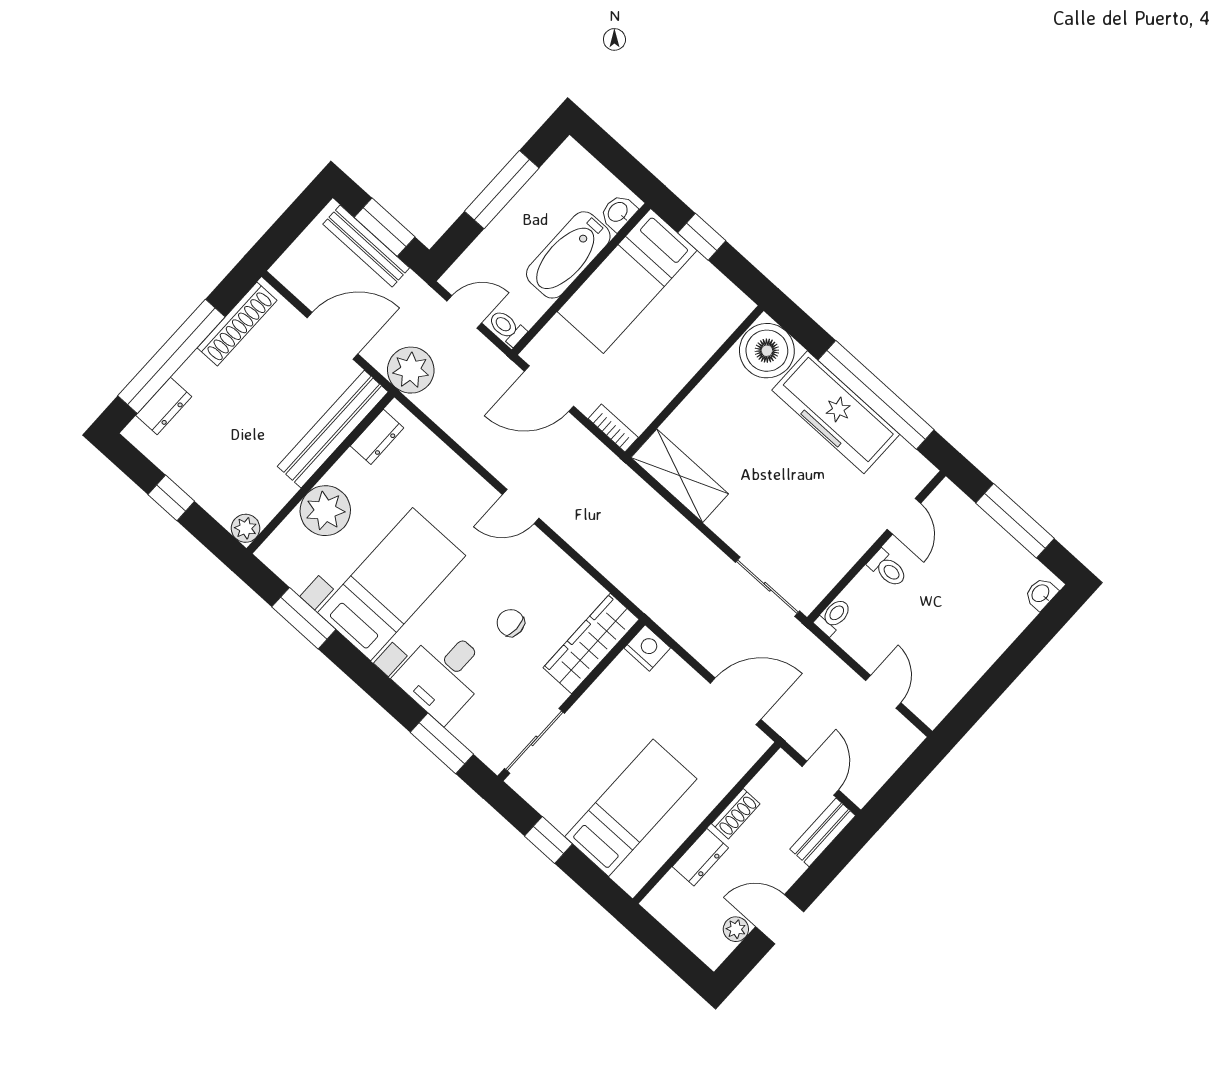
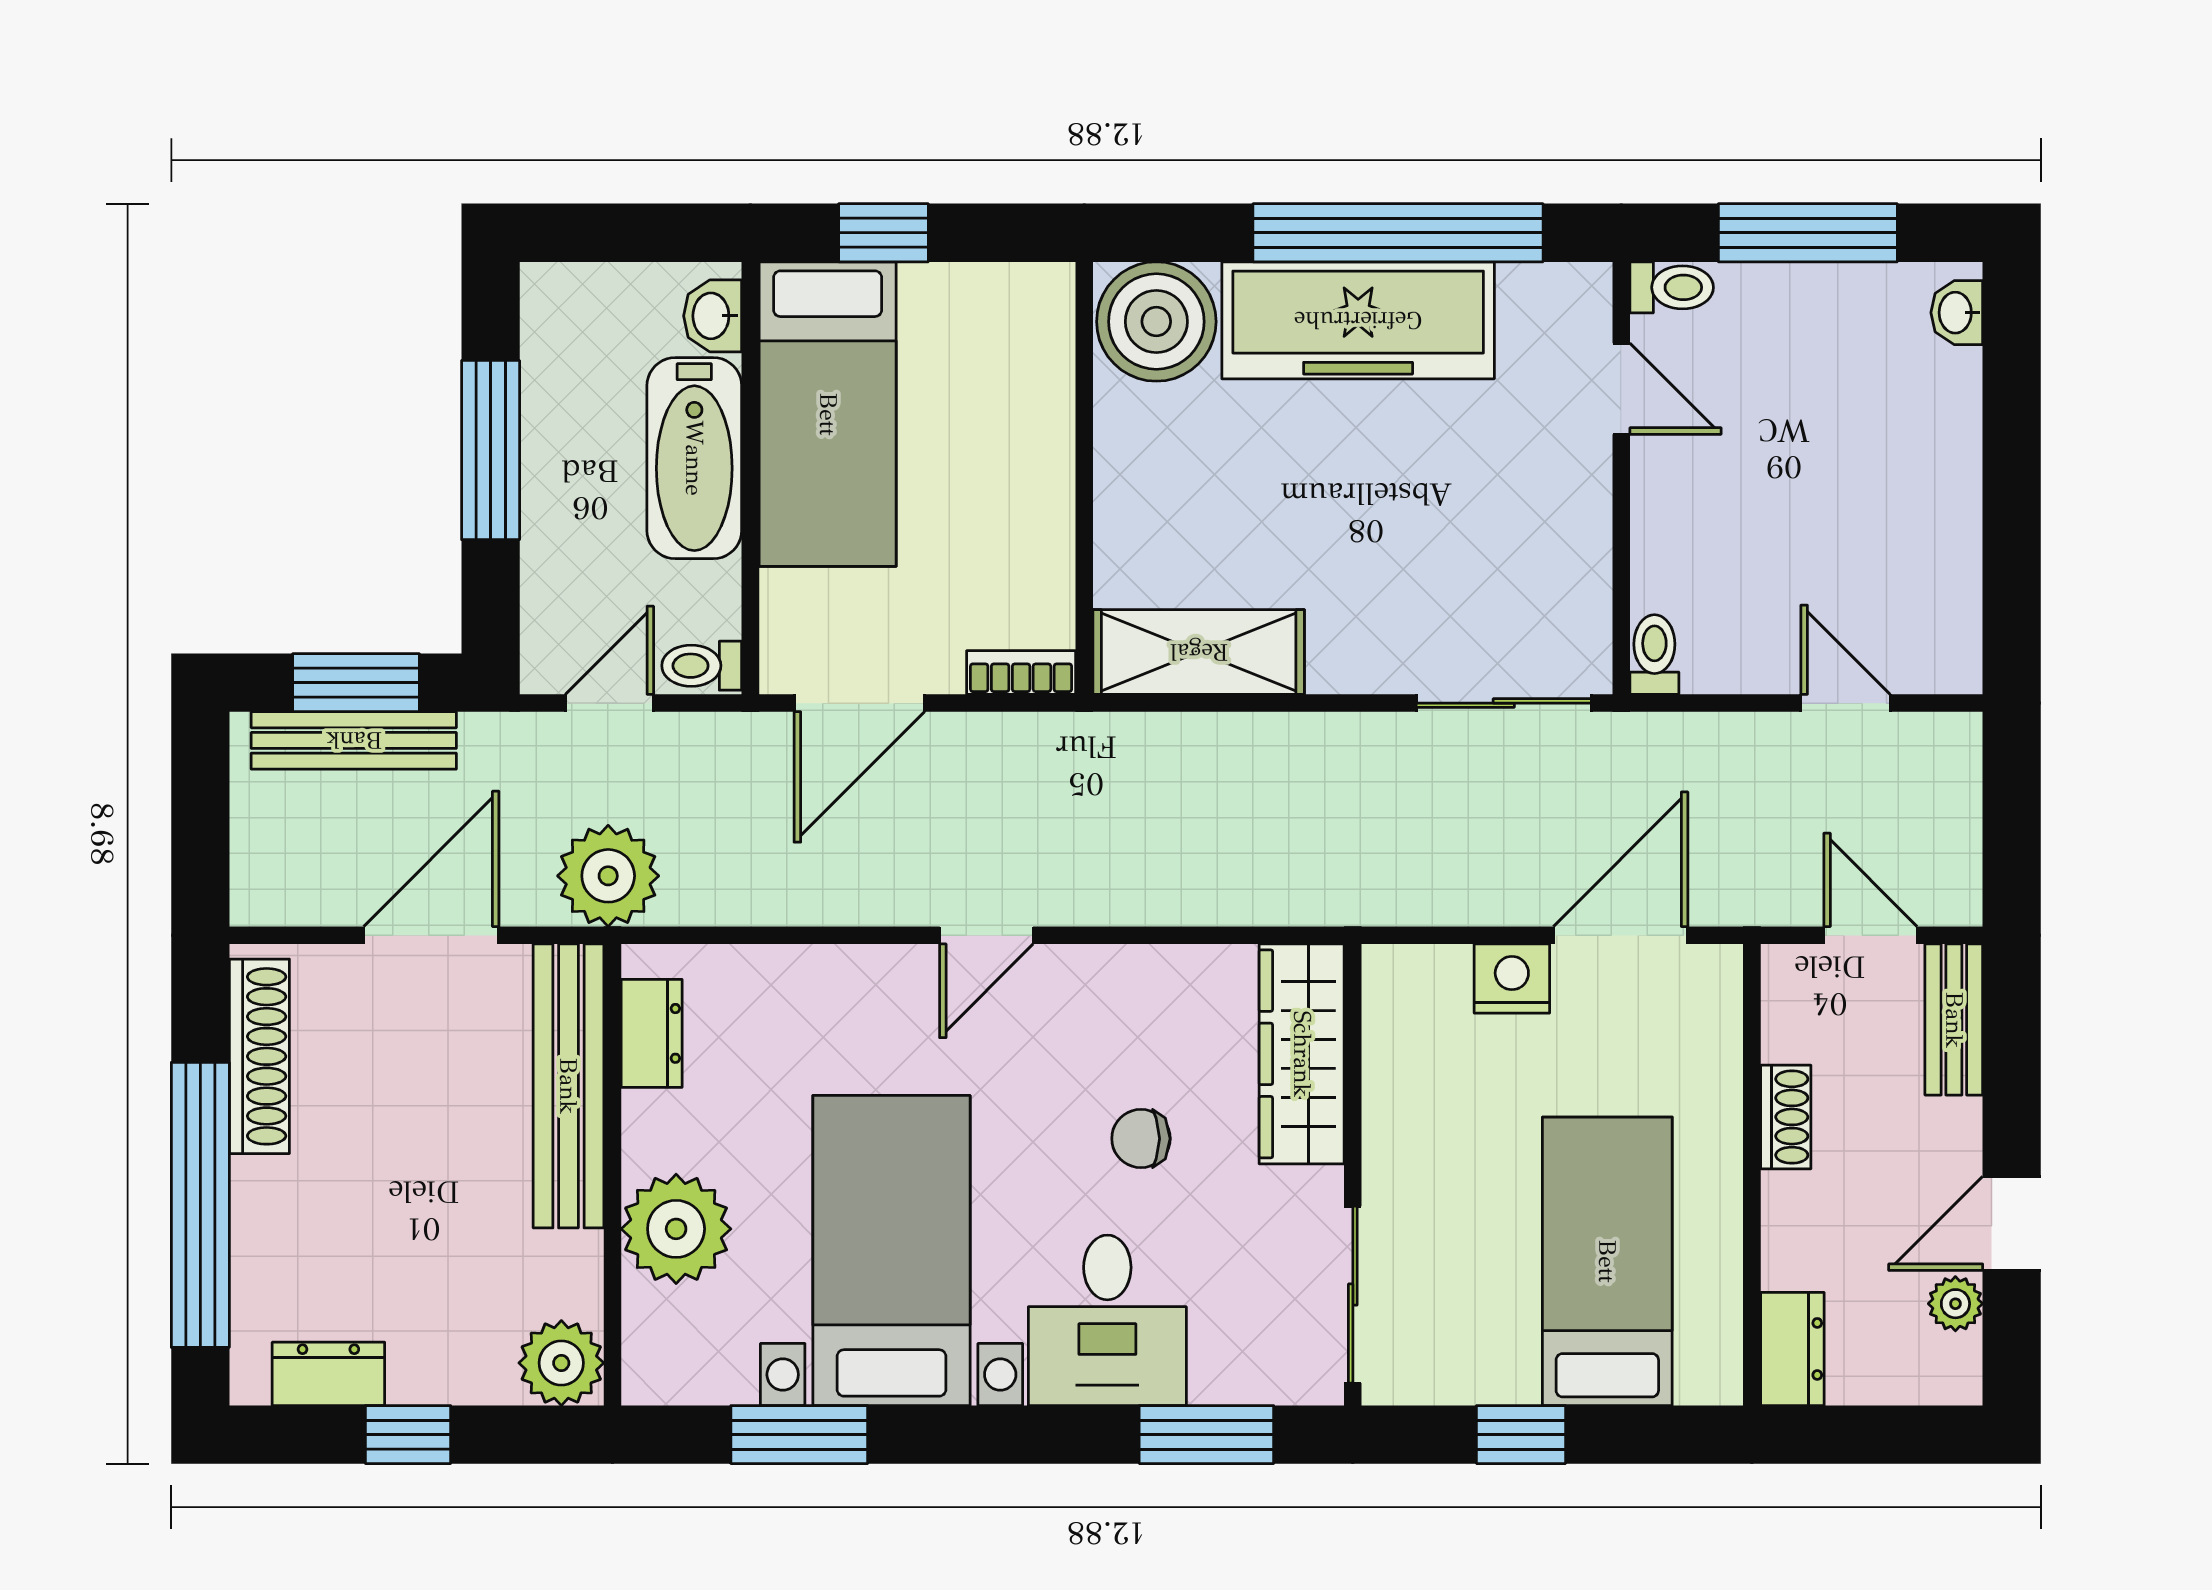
dresser: (164, 406) -> (328, 1374), moved, turned -90
plant: (246, 528) -> (561, 1363), width x1.38, depth x1.38
toilet: (888, 569) -> (1672, 287), moved
nightstand: (647, 648) -> (1512, 979), moved
dresser: (700, 857) -> (1792, 1349), moved

